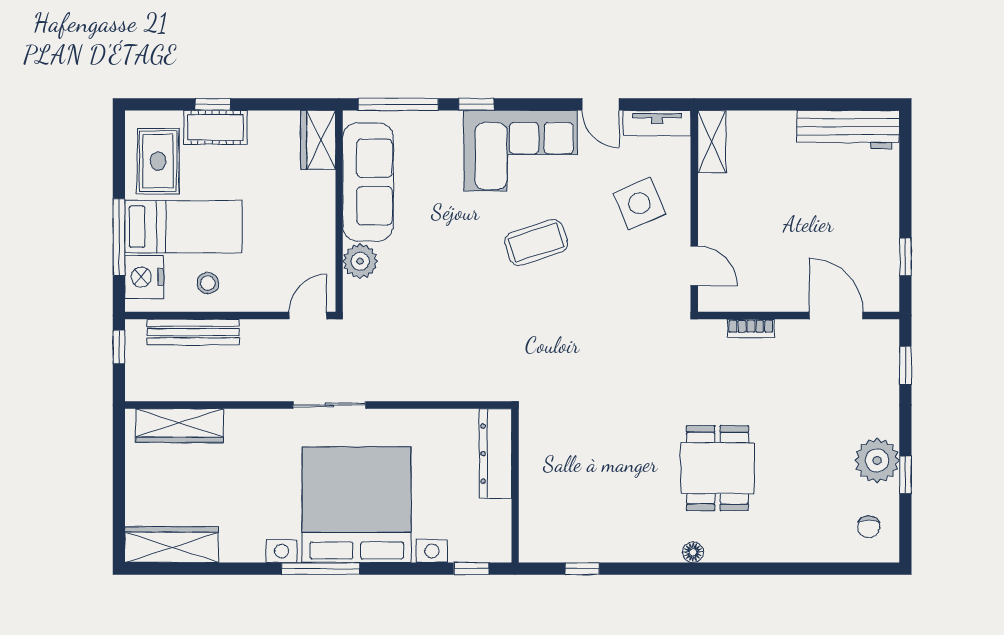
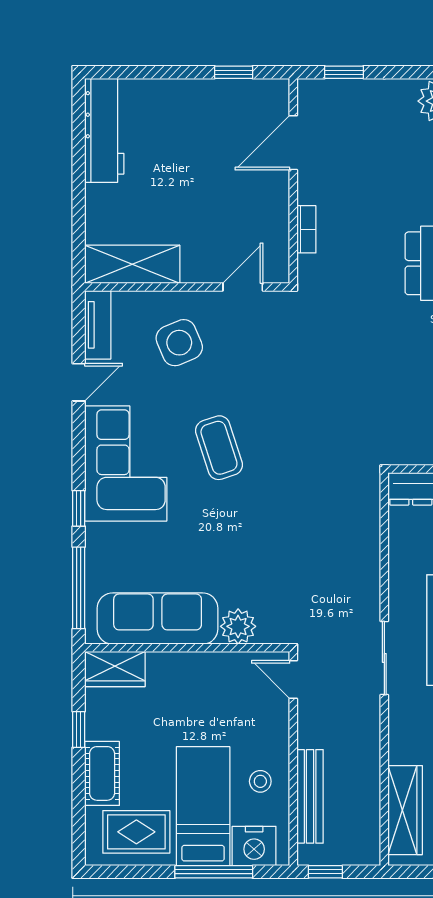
window: (213, 104) -> (79, 730), moved
shelving: (712, 141) -> (132, 264), width x1.50, depth x1.33

